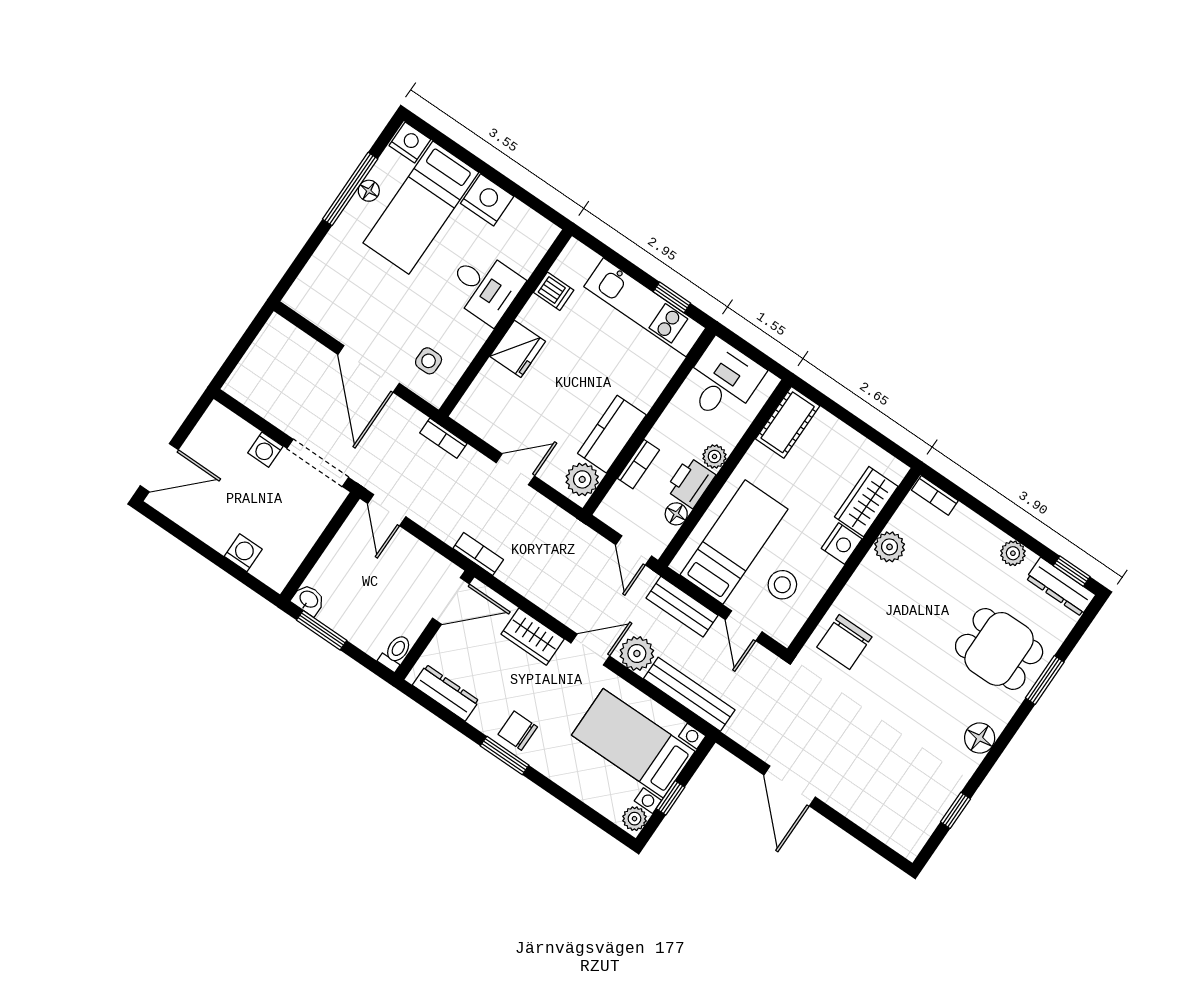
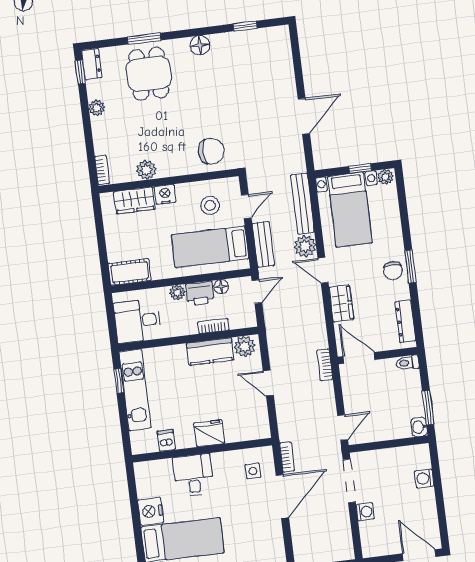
bookcase: (443, 438) -> (287, 457), moved
dresser: (1061, 587) -> (92, 64), width x0.70

